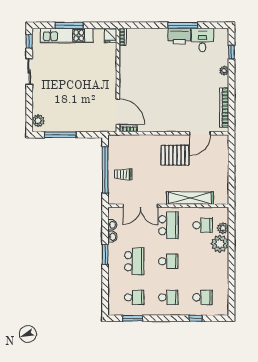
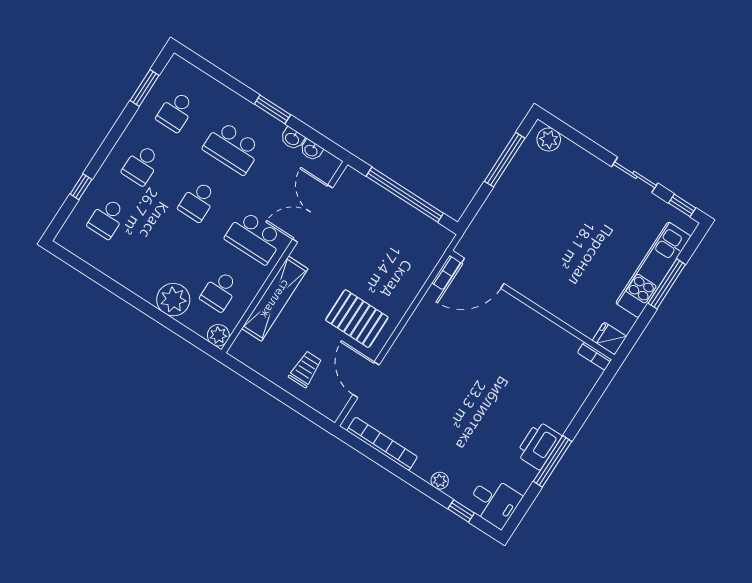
desk: (202, 40) -> (494, 502), moved
pallet: (175, 155) -> (357, 319), turned 90
trolley: (123, 174) -> (305, 369), moved
plant: (223, 228) -> (218, 335), moved

